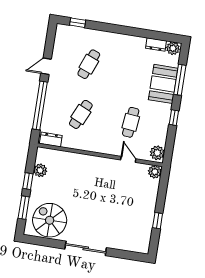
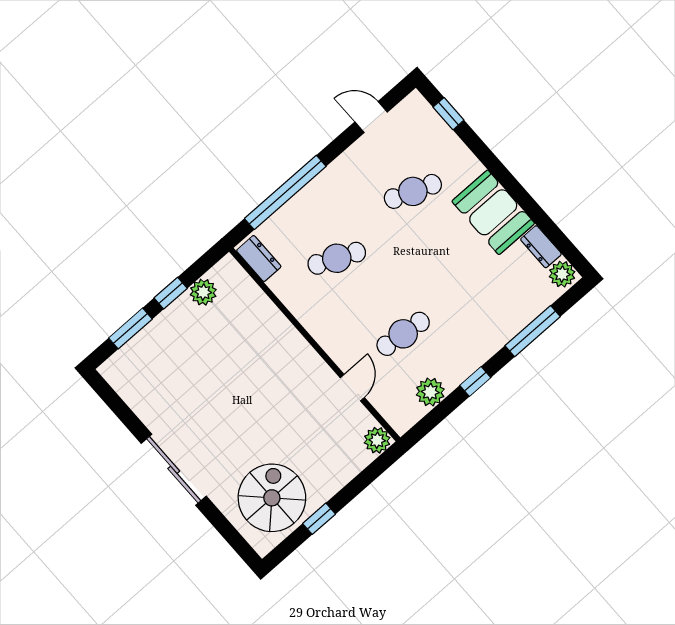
door: (46, 66) -> (371, 117), moved
booth: (163, 84) -> (493, 212), moved, turned 90
plant: (157, 153) -> (430, 392), moved
spiral stairs: (50, 220) -> (272, 498), moved

